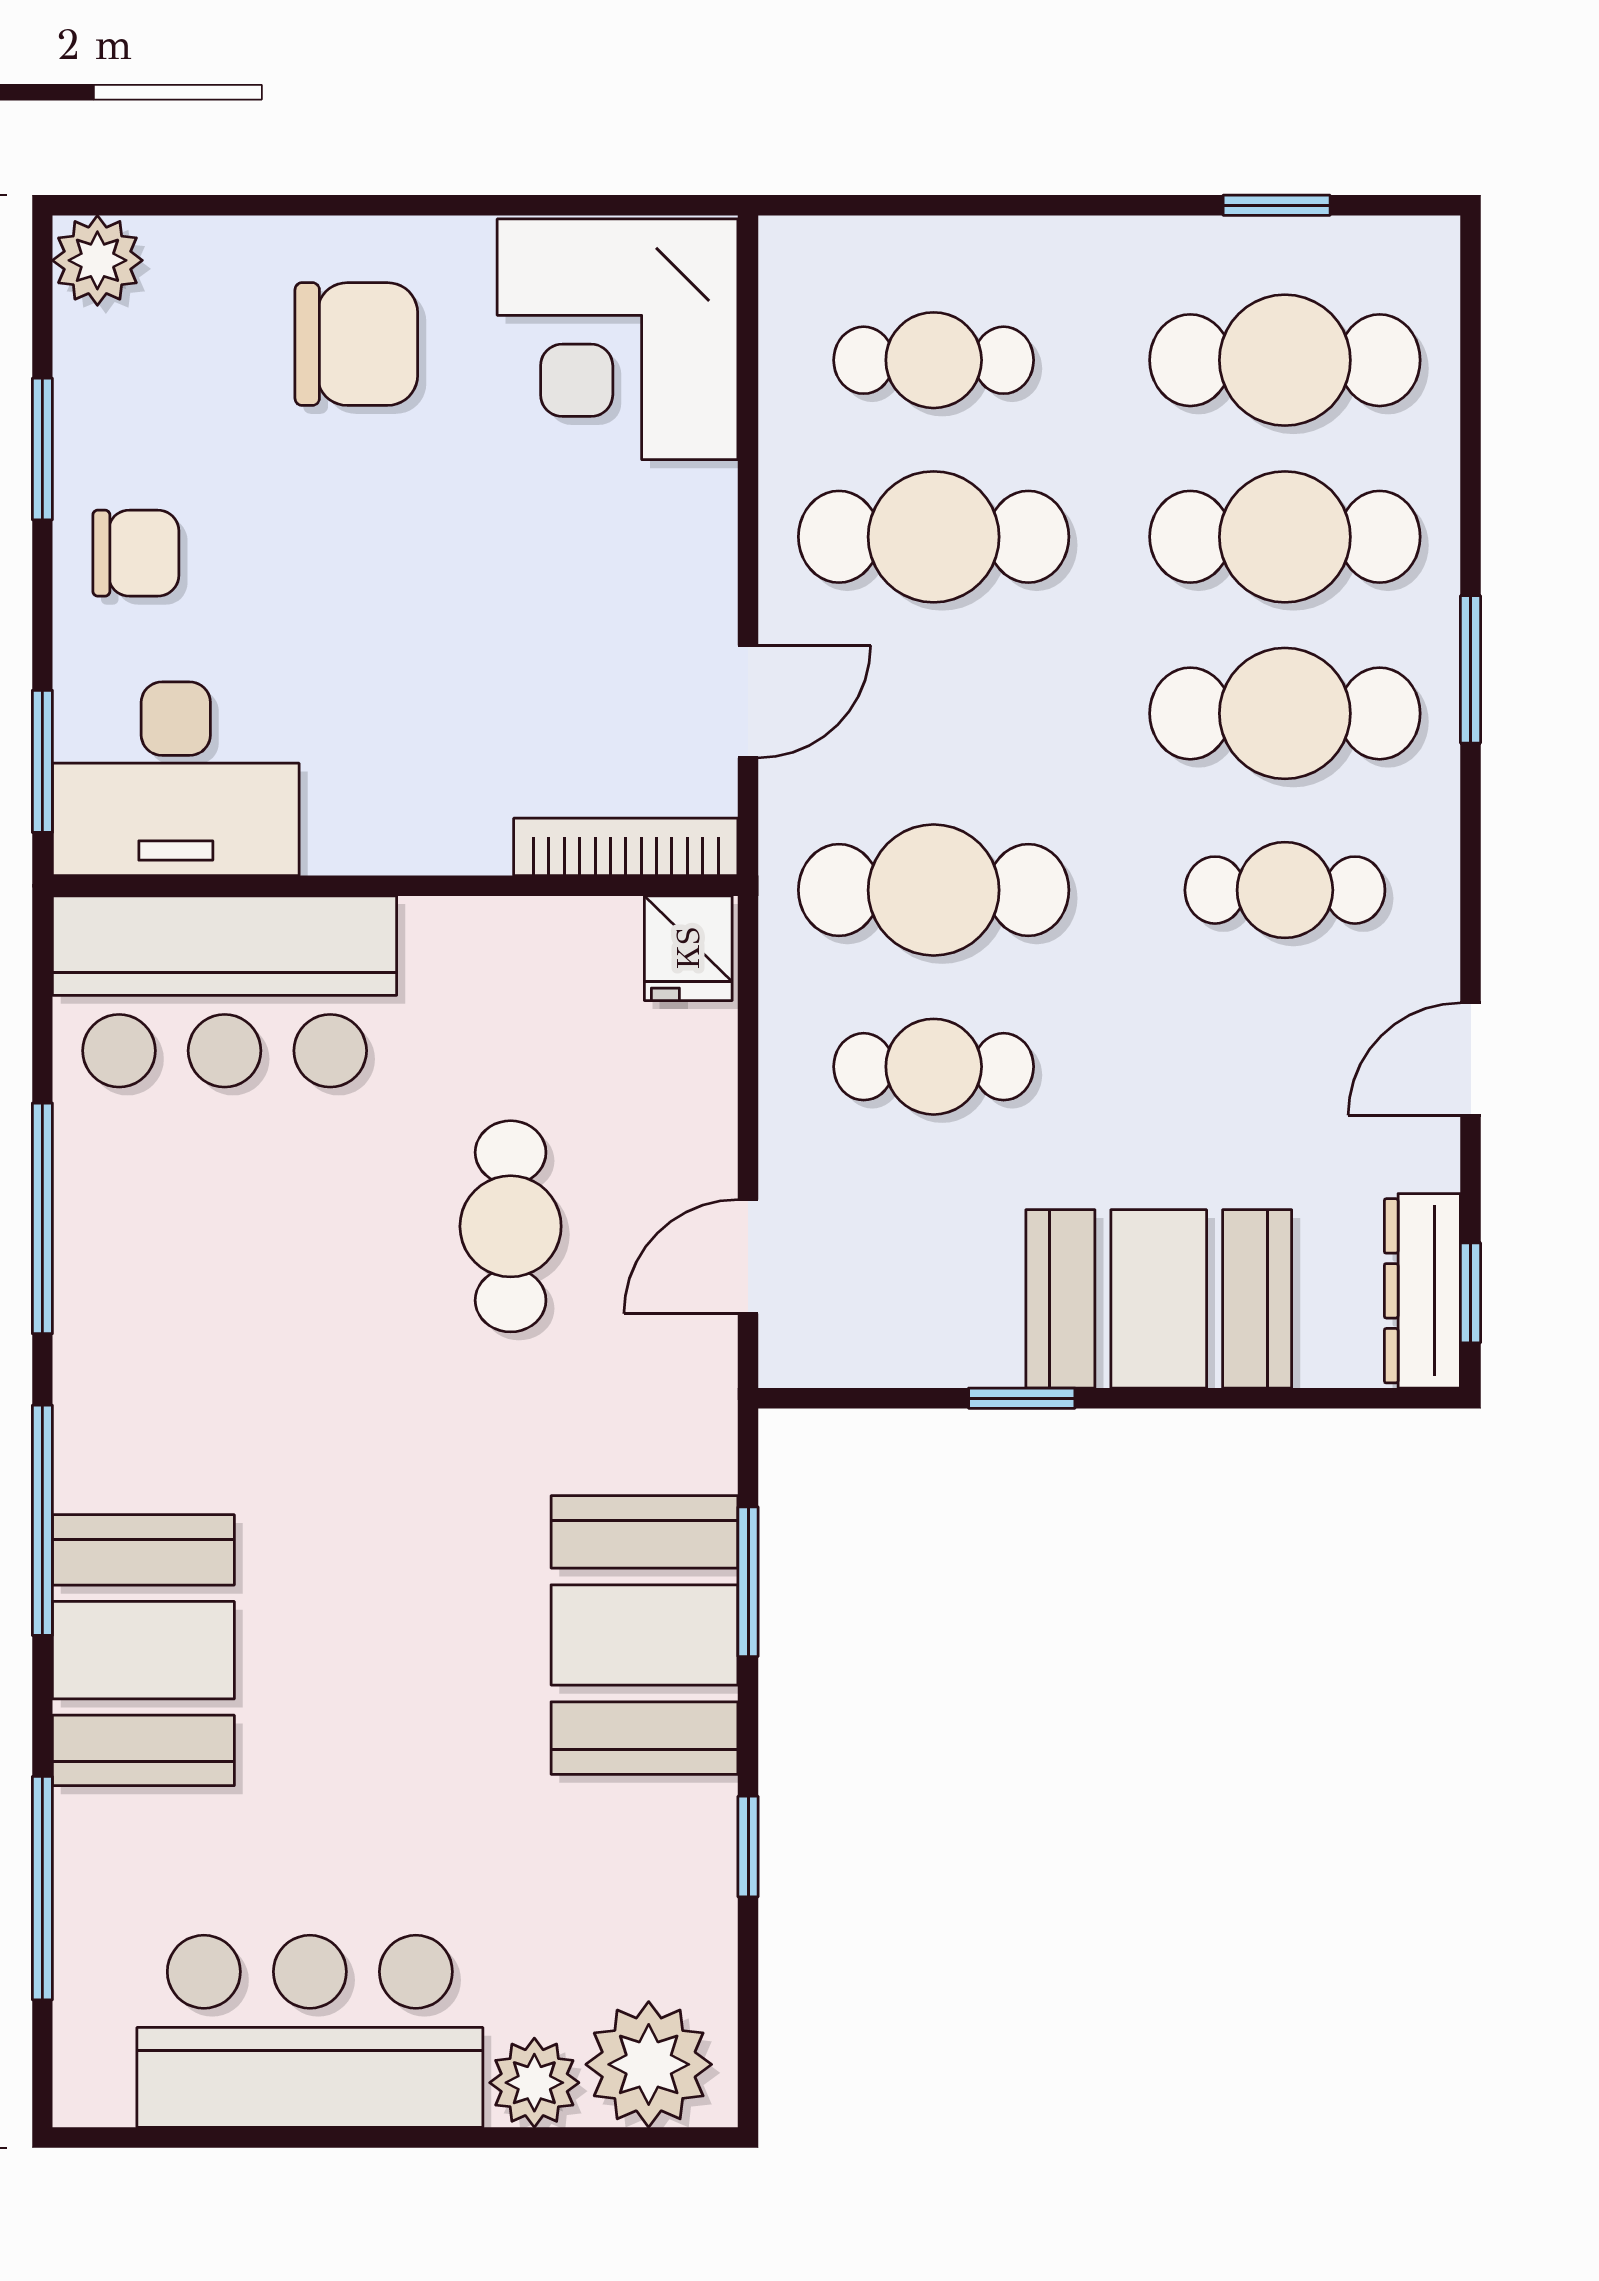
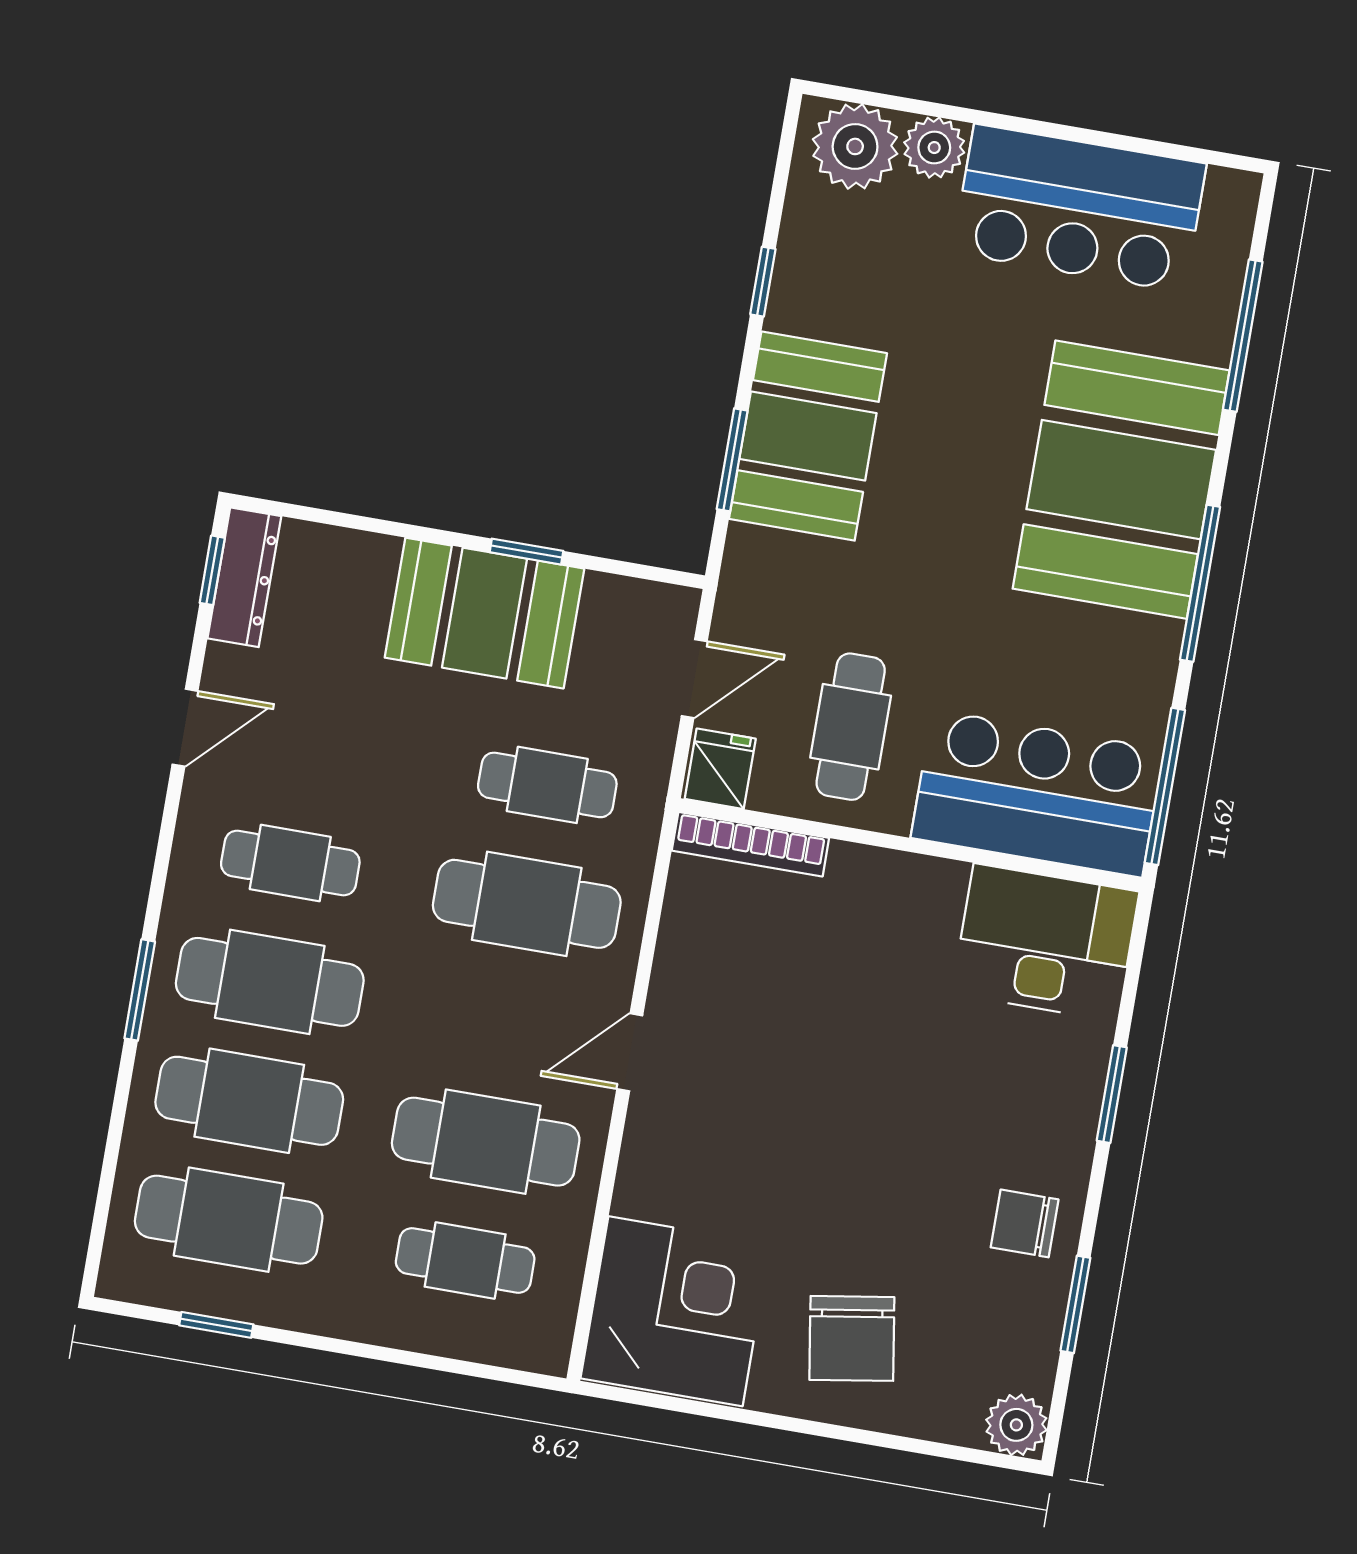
chair: (356, 344) -> (852, 1338), turned -99
desk: (176, 779) -> (1045, 942), moved
bookcase: (626, 847) -> (750, 844), moved
wall: (395, 886) -> (910, 845), moved
fridge: (688, 948) -> (720, 769), moved
bar counter: (225, 991) -> (1037, 794), moved
booth: (1159, 1299) -> (484, 613), moved
booth: (143, 1650) -> (1121, 480), width x1.36, depth x1.42

